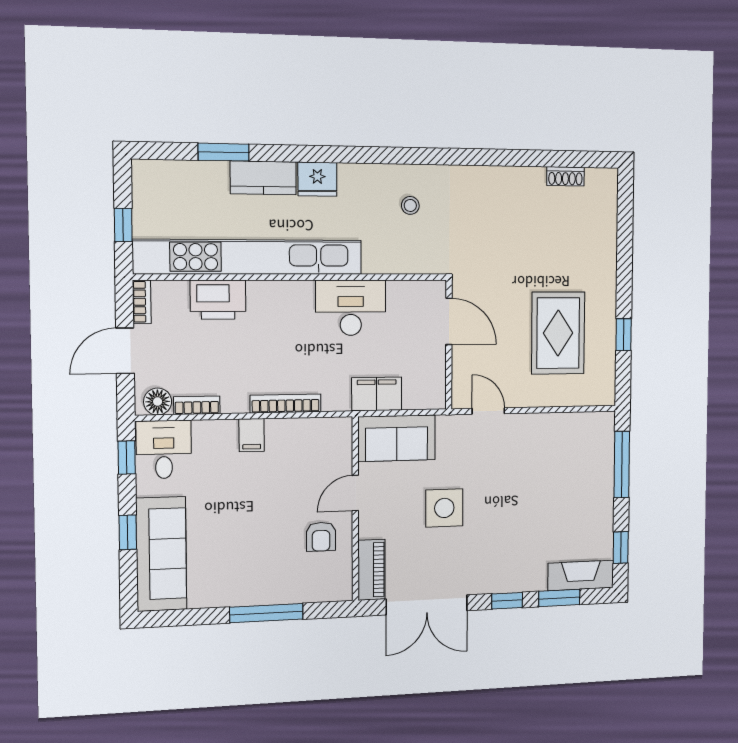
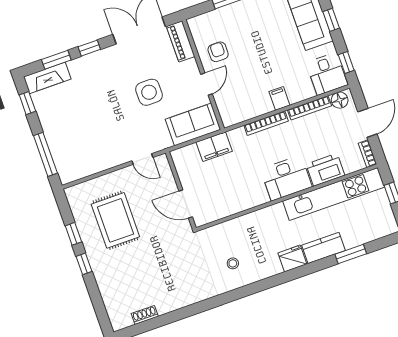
kitchen unit: (249, 257) -> (334, 194), width x0.73
window: (624, 285) -> (84, 264), added
desk: (351, 308) -> (286, 178), moved
bookcase: (197, 405) -> (309, 108), width x1.56

